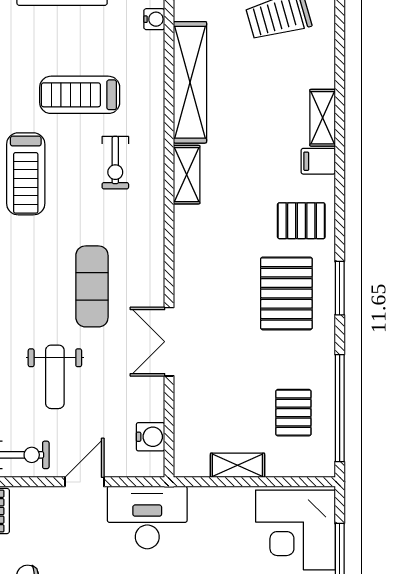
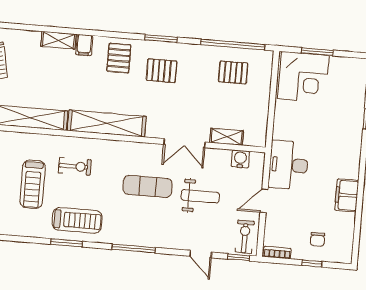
shelving: (187, 175) -> (107, 123), width x2.20, depth x1.33
pallet: (286, 293) -> (162, 71), width x0.67, depth x0.71
weight bench: (55, 377) -> (200, 196), moved
shelving: (237, 465) -> (227, 137), moved, turned 90
door: (84, 482) -> (264, 201), hinge flipped

